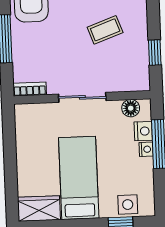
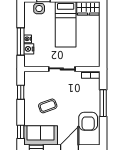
floor lamp: (131, 108) -> (35, 62), removed

